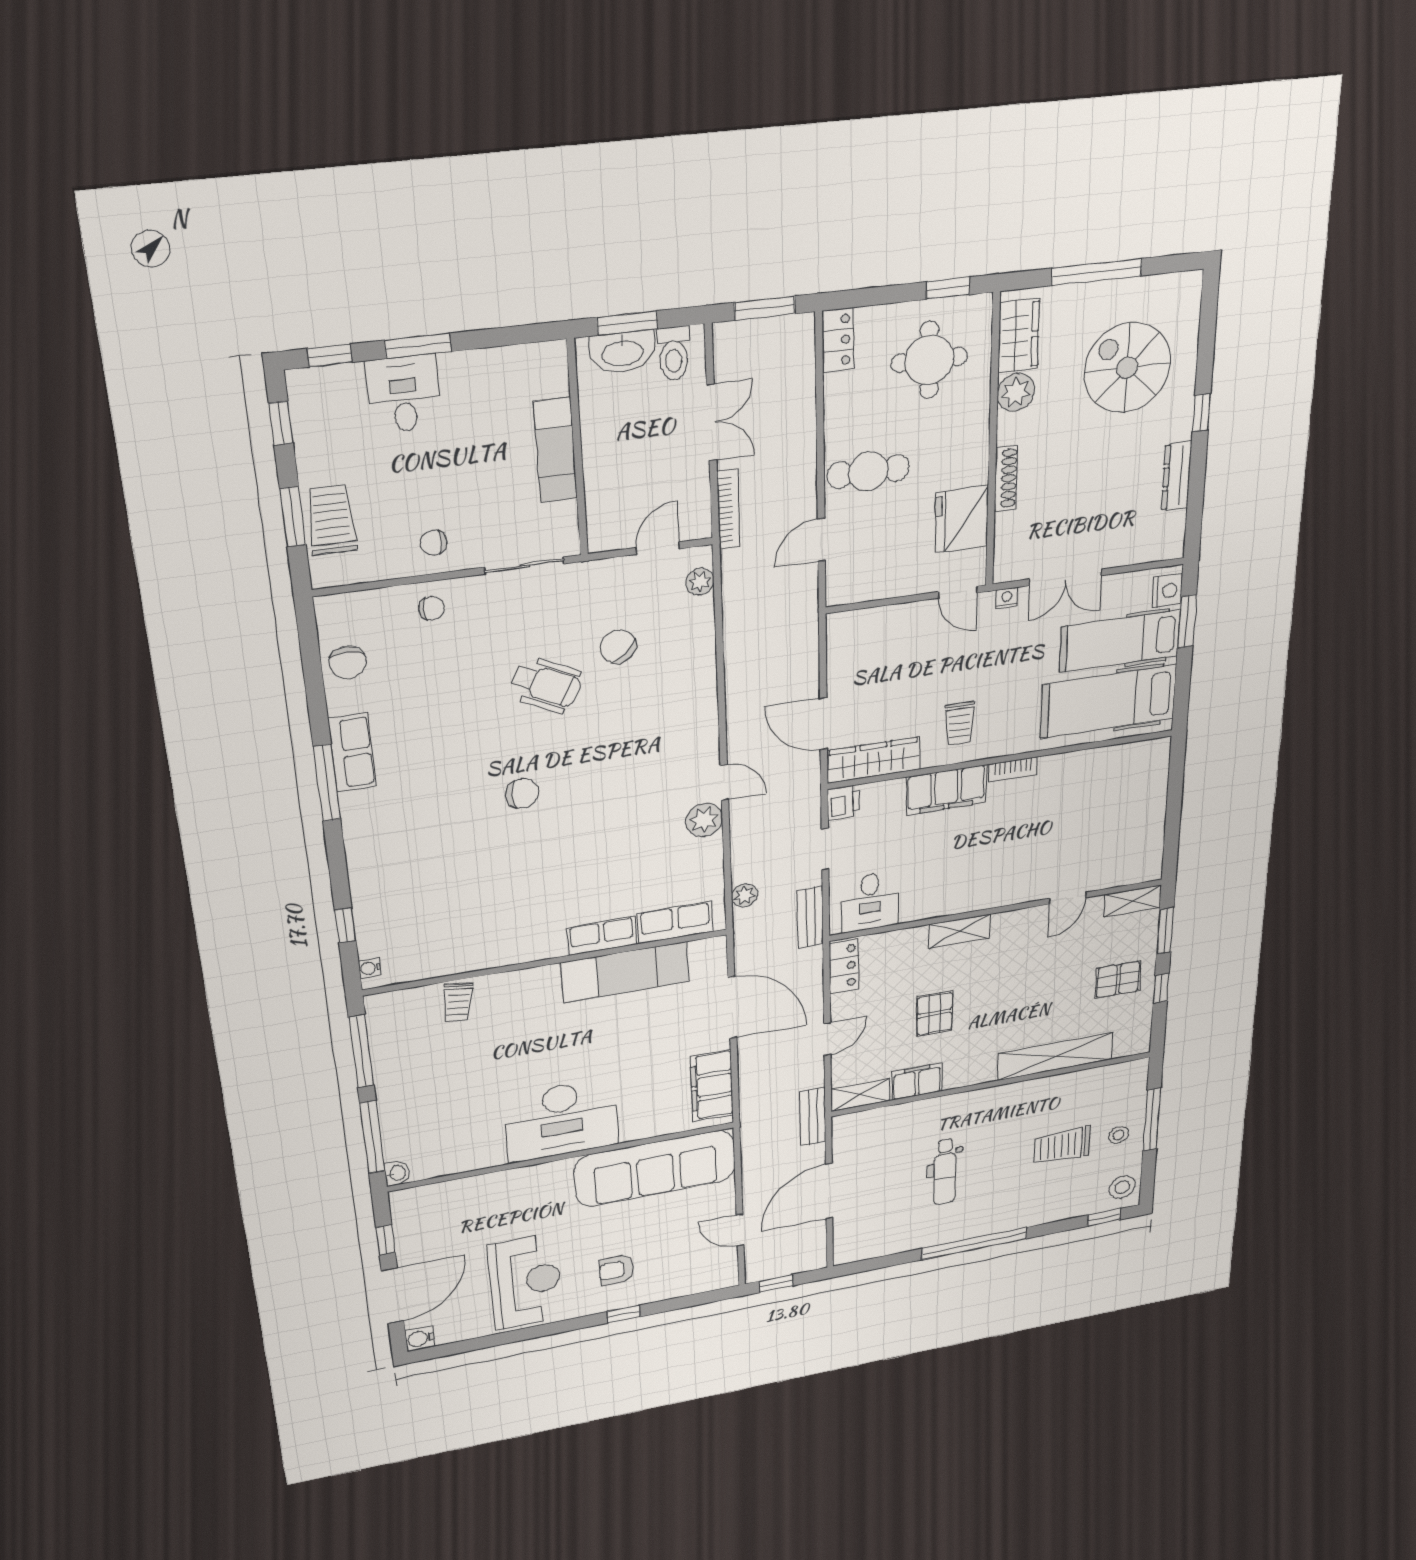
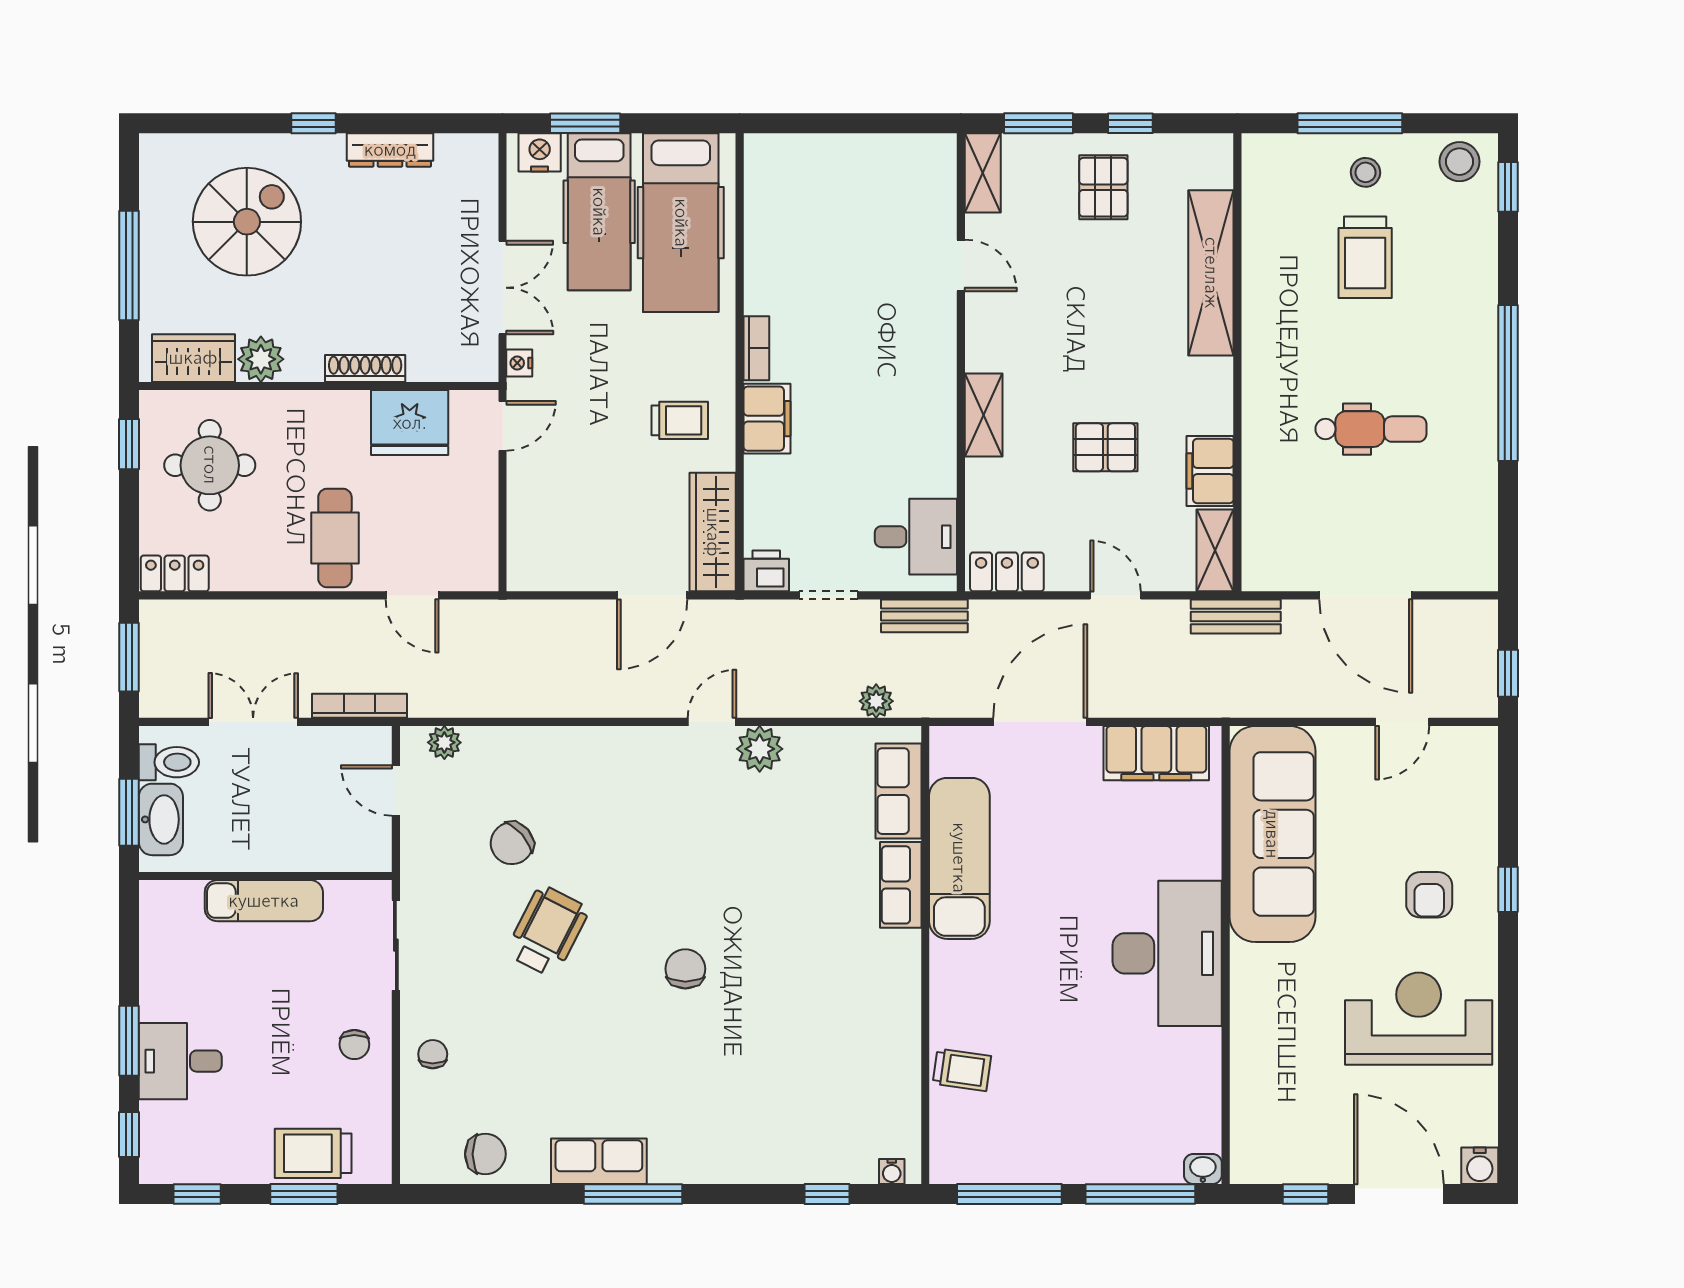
spiral stairs: (1127, 368) -> (247, 222), turned 180
filing cabinet: (946, 790) -> (767, 419), width x0.67, depth x0.86

